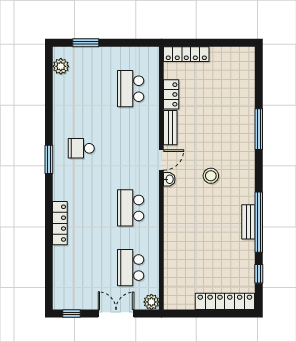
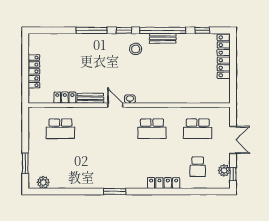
locker: (186, 54) -> (34, 71), moved
school desk: (81, 148) -> (198, 167), moved
window: (259, 171) -> (124, 30), added
stool: (211, 176) -> (136, 49), moved
plant: (151, 302) -> (224, 170), moved
double door: (116, 314) -> (233, 140), swing flipped

